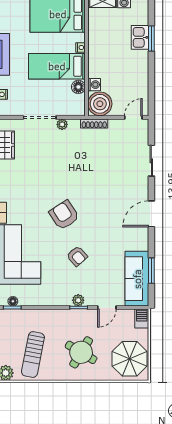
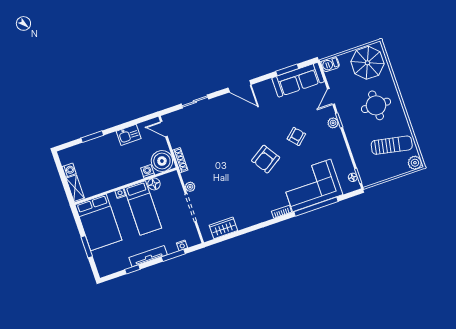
kitchen sink: (140, 37) -> (129, 135), moved
door: (107, 308) -> (331, 97), swing flipped
round table: (81, 352) -> (376, 105), turned -31

